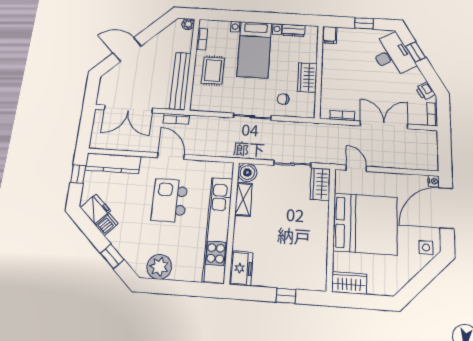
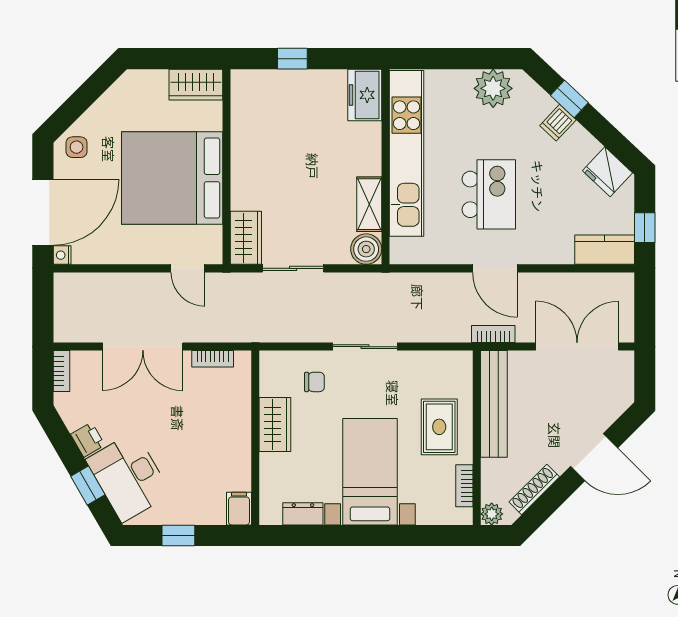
shoe rack: (163, 35) -> (534, 489), added
printer: (425, 91) -> (88, 440), moved
kitchen counter: (113, 163) -> (605, 250), width x0.67
dishwasher: (107, 225) -> (558, 123), moved

